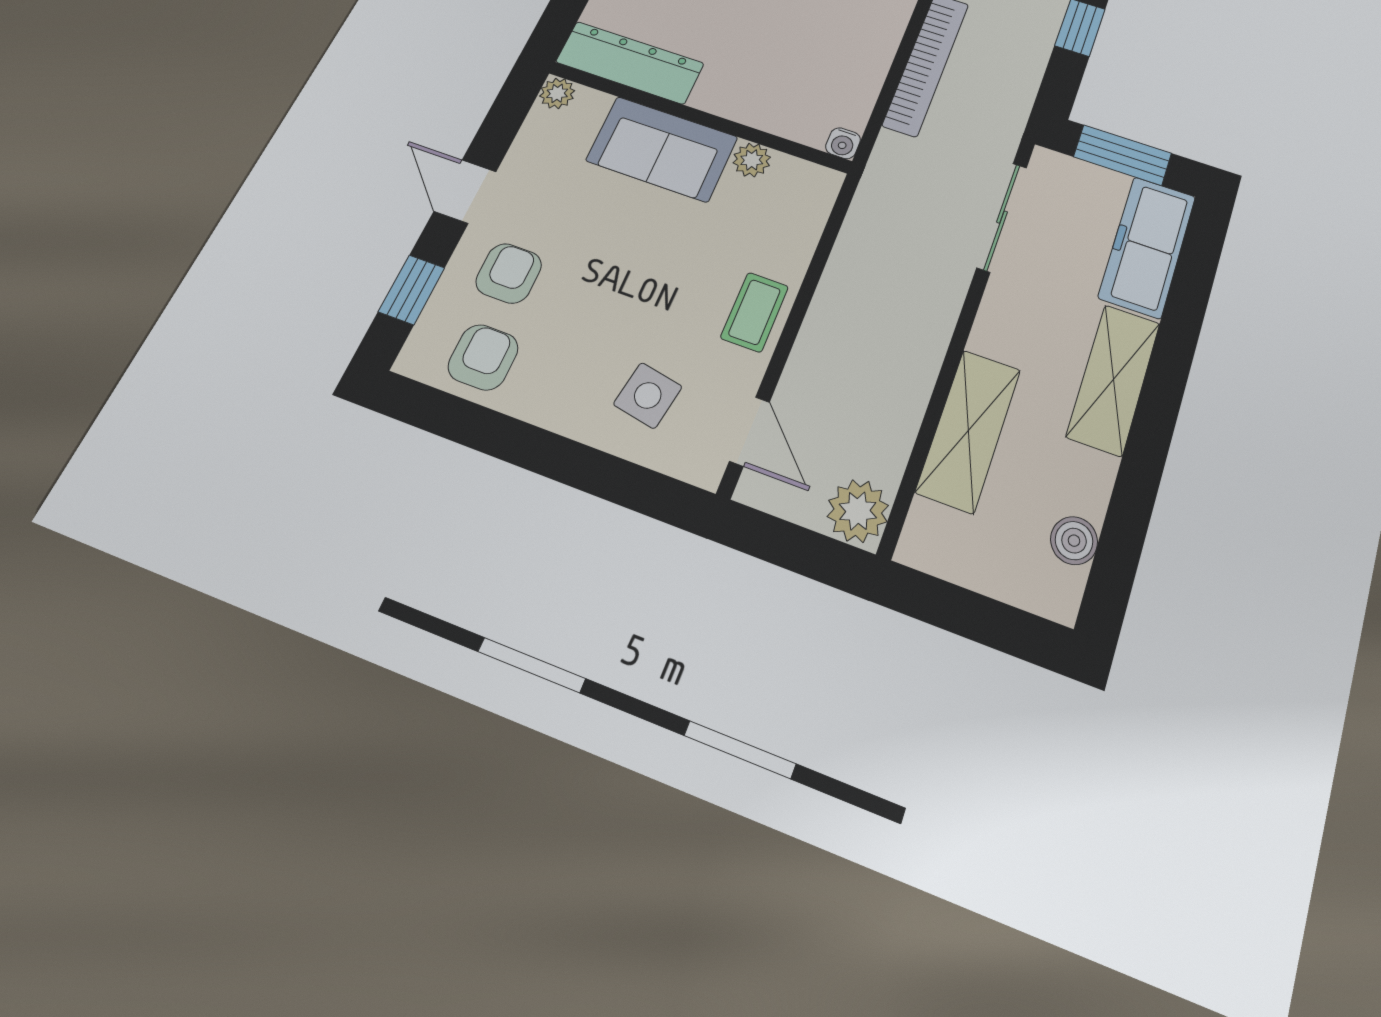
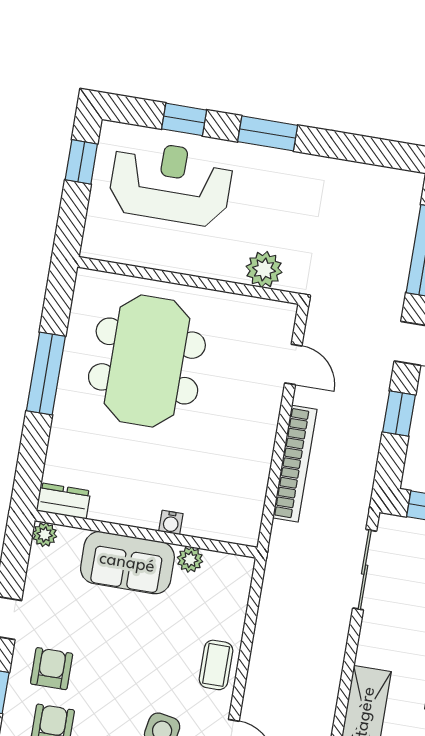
dresser: (630, 63) -> (63, 501), width x0.51, depth x0.80
water cooler: (843, 143) -> (171, 522), moved

